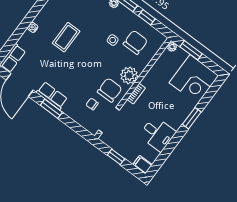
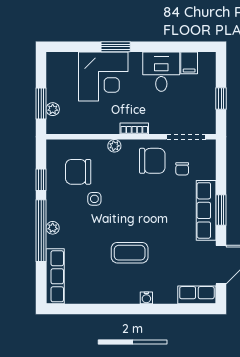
plant: (172, 47) -> (53, 109), moved
plant: (129, 75) -> (114, 146), width x0.53, depth x0.53
corner desk: (194, 79) -> (103, 77), moved, turned 90
chair: (110, 90) -> (152, 161), turned 180
row of seats: (52, 96) -> (206, 210), width x1.48
filing cabinet: (143, 165) -> (189, 63), moved

